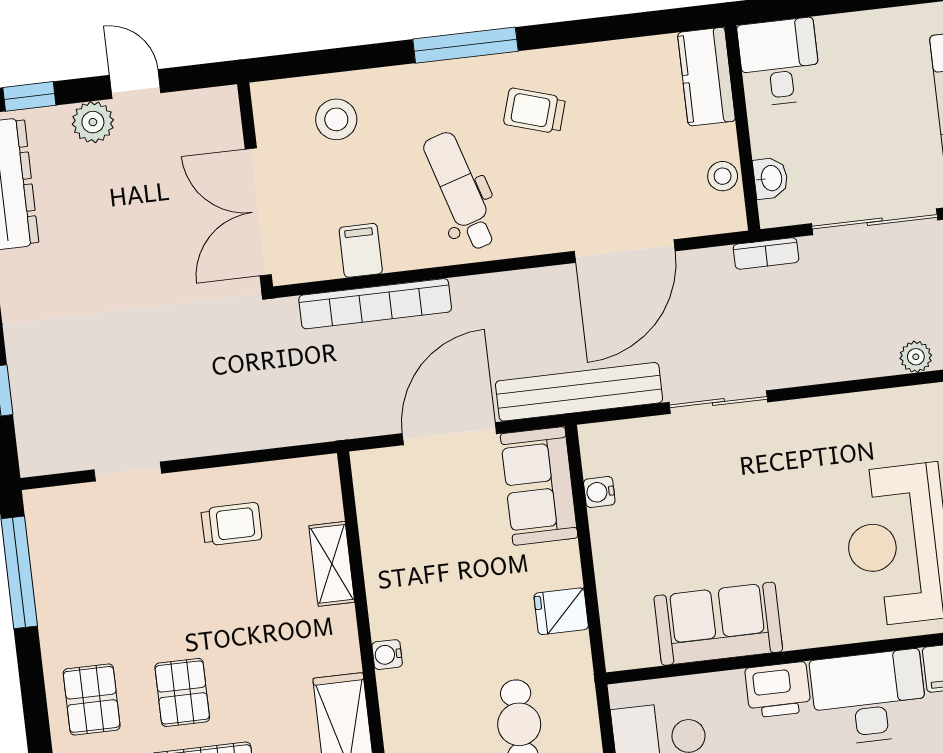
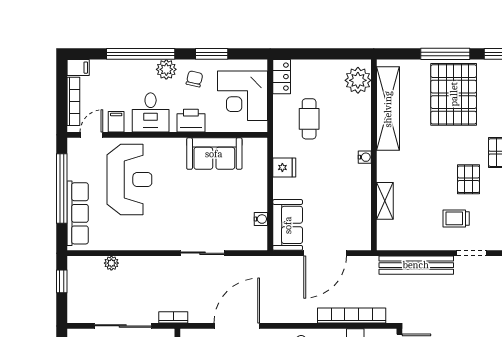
bench: (579, 392) -> (416, 265), moved
trolley: (232, 524) -> (456, 218), moved
pallet: (182, 692) -> (469, 179), moved
desk: (869, 697) -> (151, 112), width x0.73

